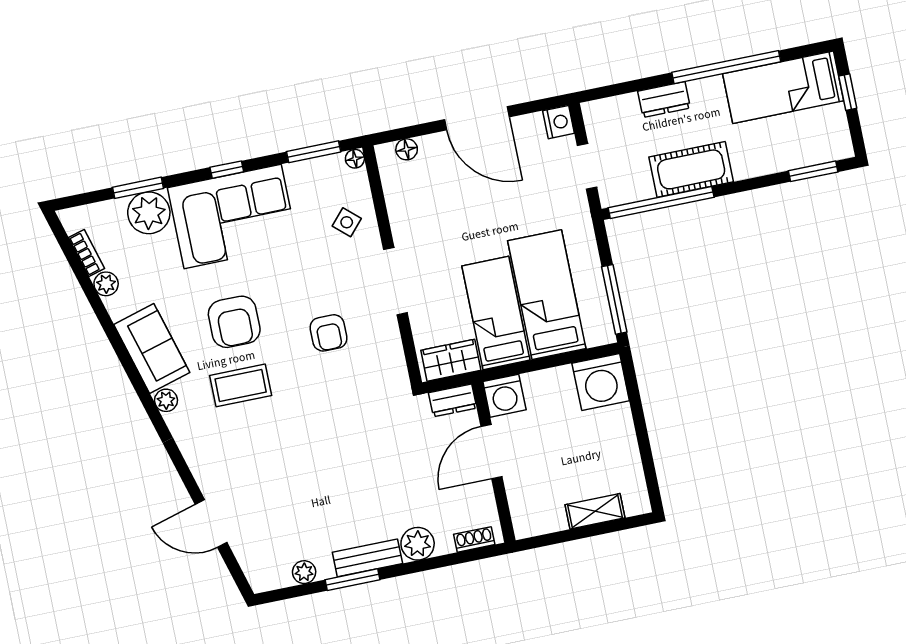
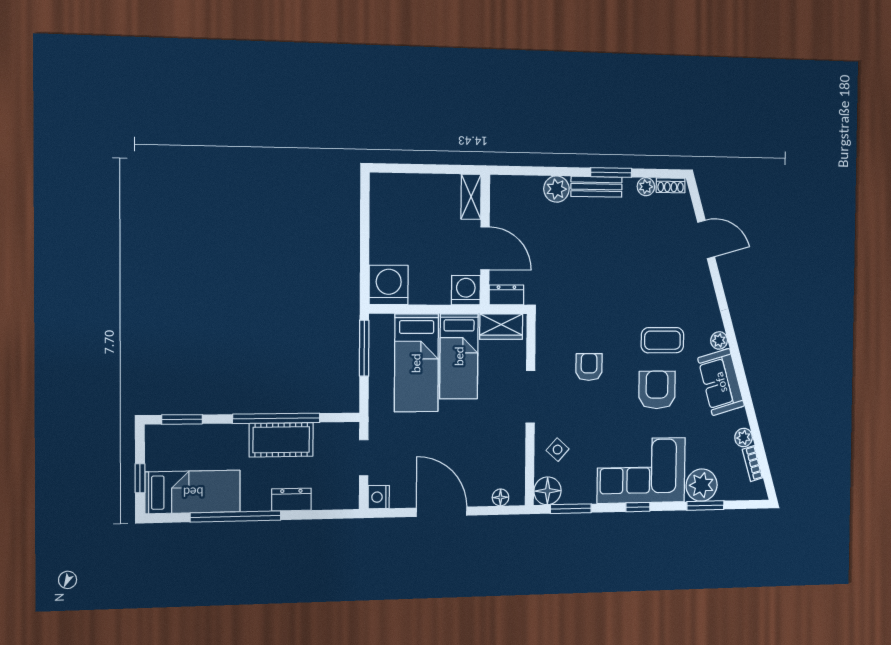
floor lamp: (355, 159) -> (548, 491), width x1.89, depth x1.89
window: (661, 203) -> (276, 418), moved
door: (491, 452) -> (485, 248), hinge flipped
shelving: (595, 511) -> (471, 197), moved, turned 90
shoe rack: (474, 539) -> (671, 185), moved

